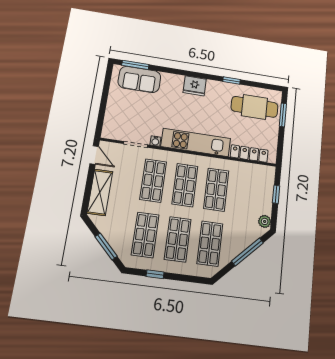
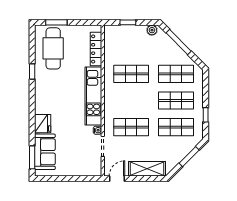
fridge: (195, 86) -> (43, 124), moved
shop shelf: (185, 185) -> (131, 100), removed

